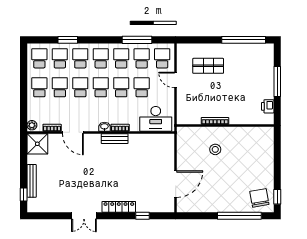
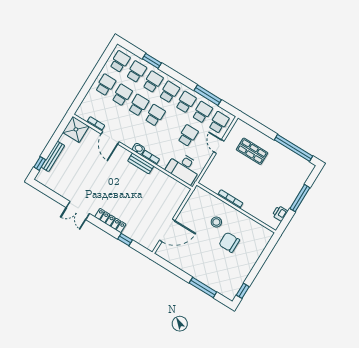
school desk: (121, 87) -> (171, 125), removed
plant: (32, 125) -> (81, 112), removed
chair: (259, 198) -> (229, 242), moved, turned -80
window: (239, 216) -> (203, 287), width x0.68

